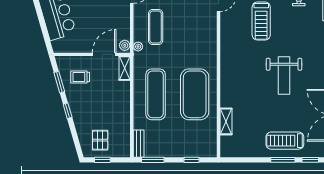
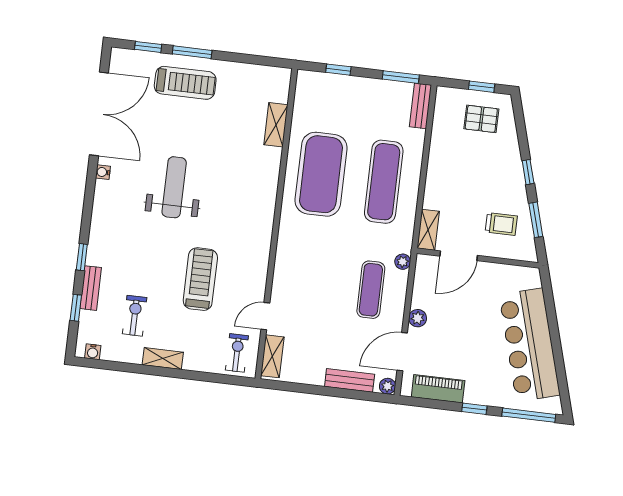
plant: (125, 45) -> (418, 318), moved
pallet: (100, 140) -> (481, 119), turned 90

